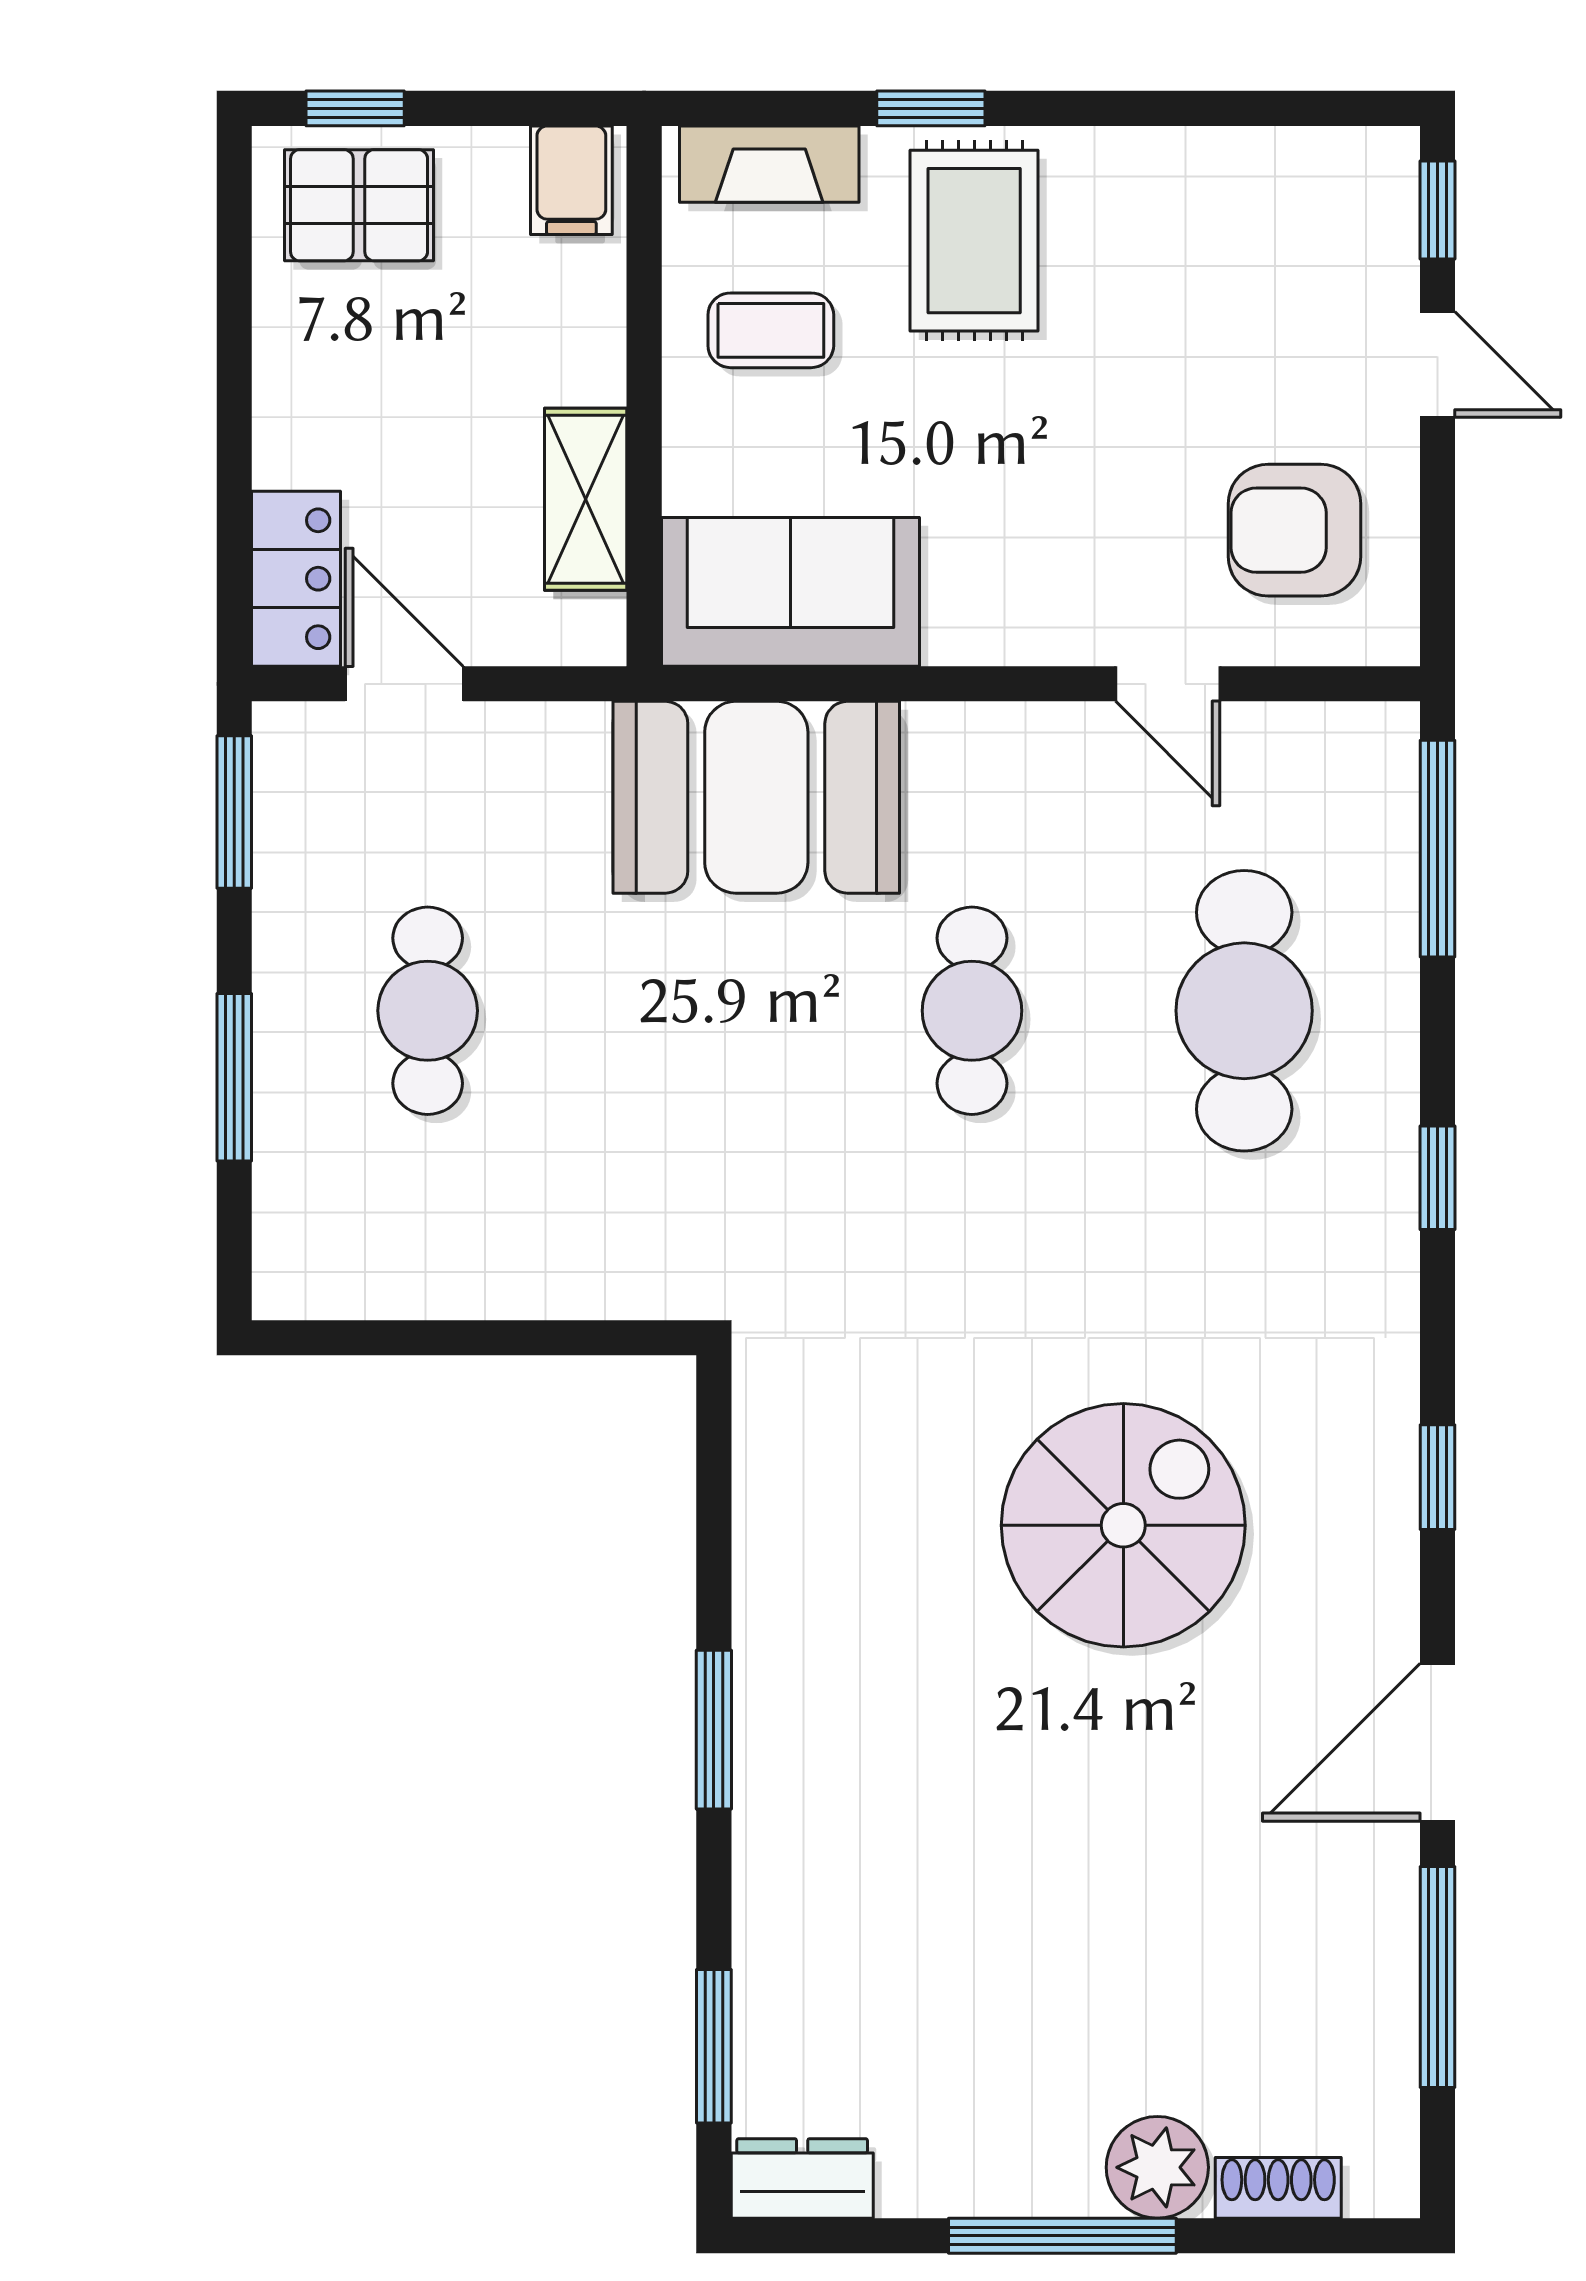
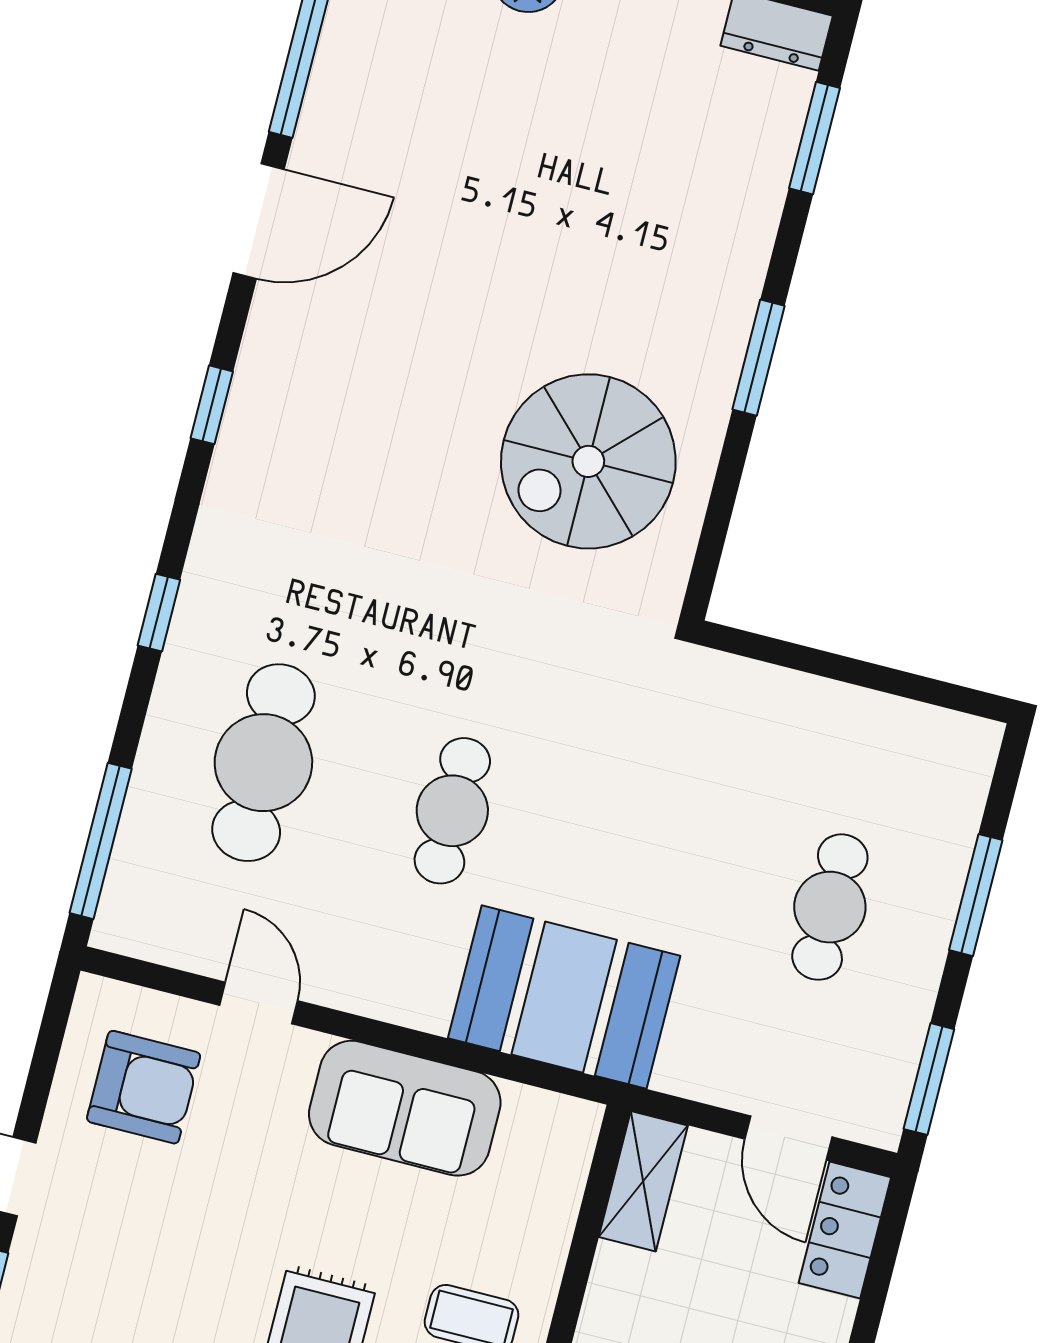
shelving: (586, 499) -> (643, 1181), moved
sofa: (790, 592) -> (405, 1108), moved
spiral stairs: (1123, 1525) -> (588, 461), moved

